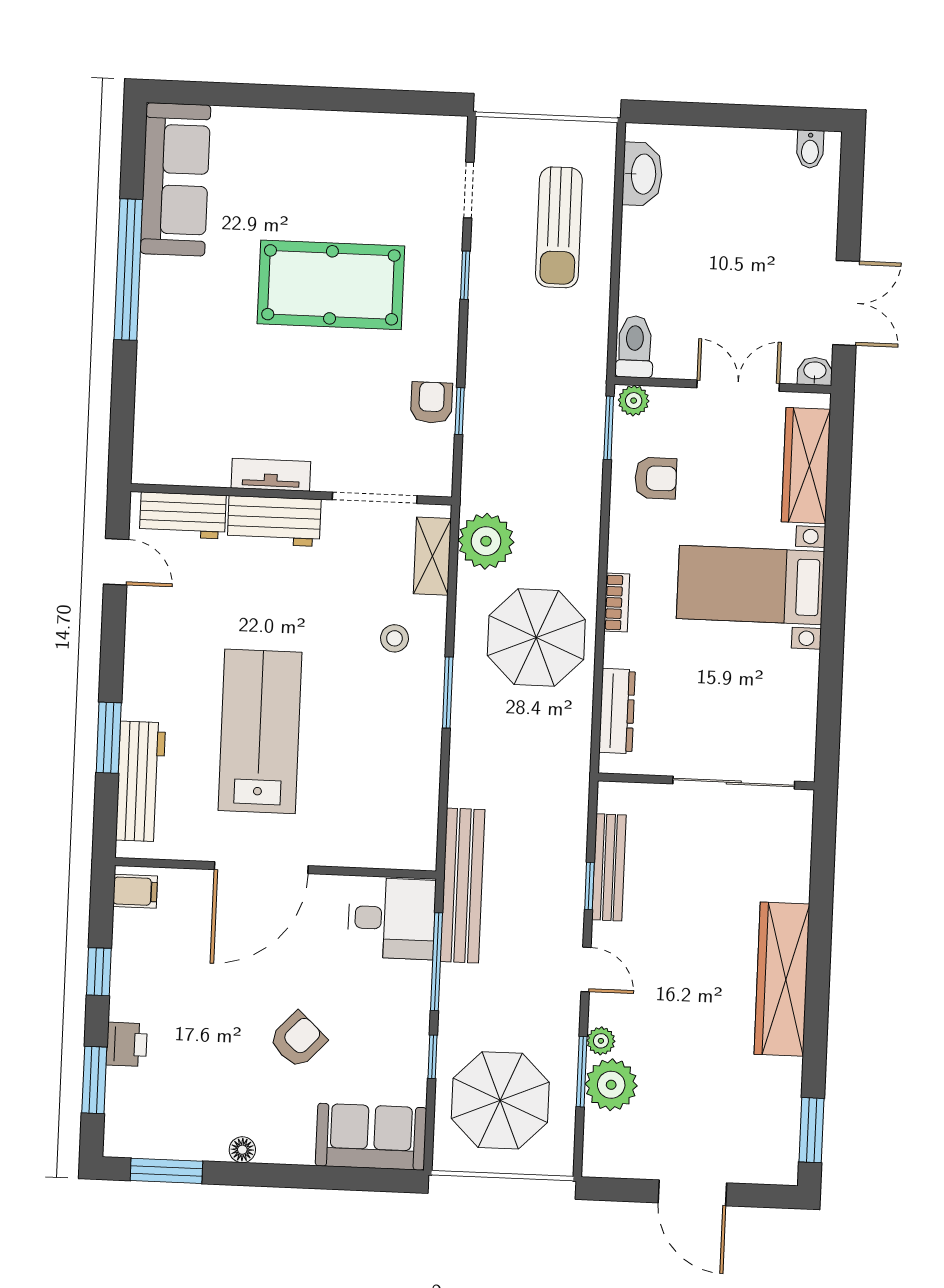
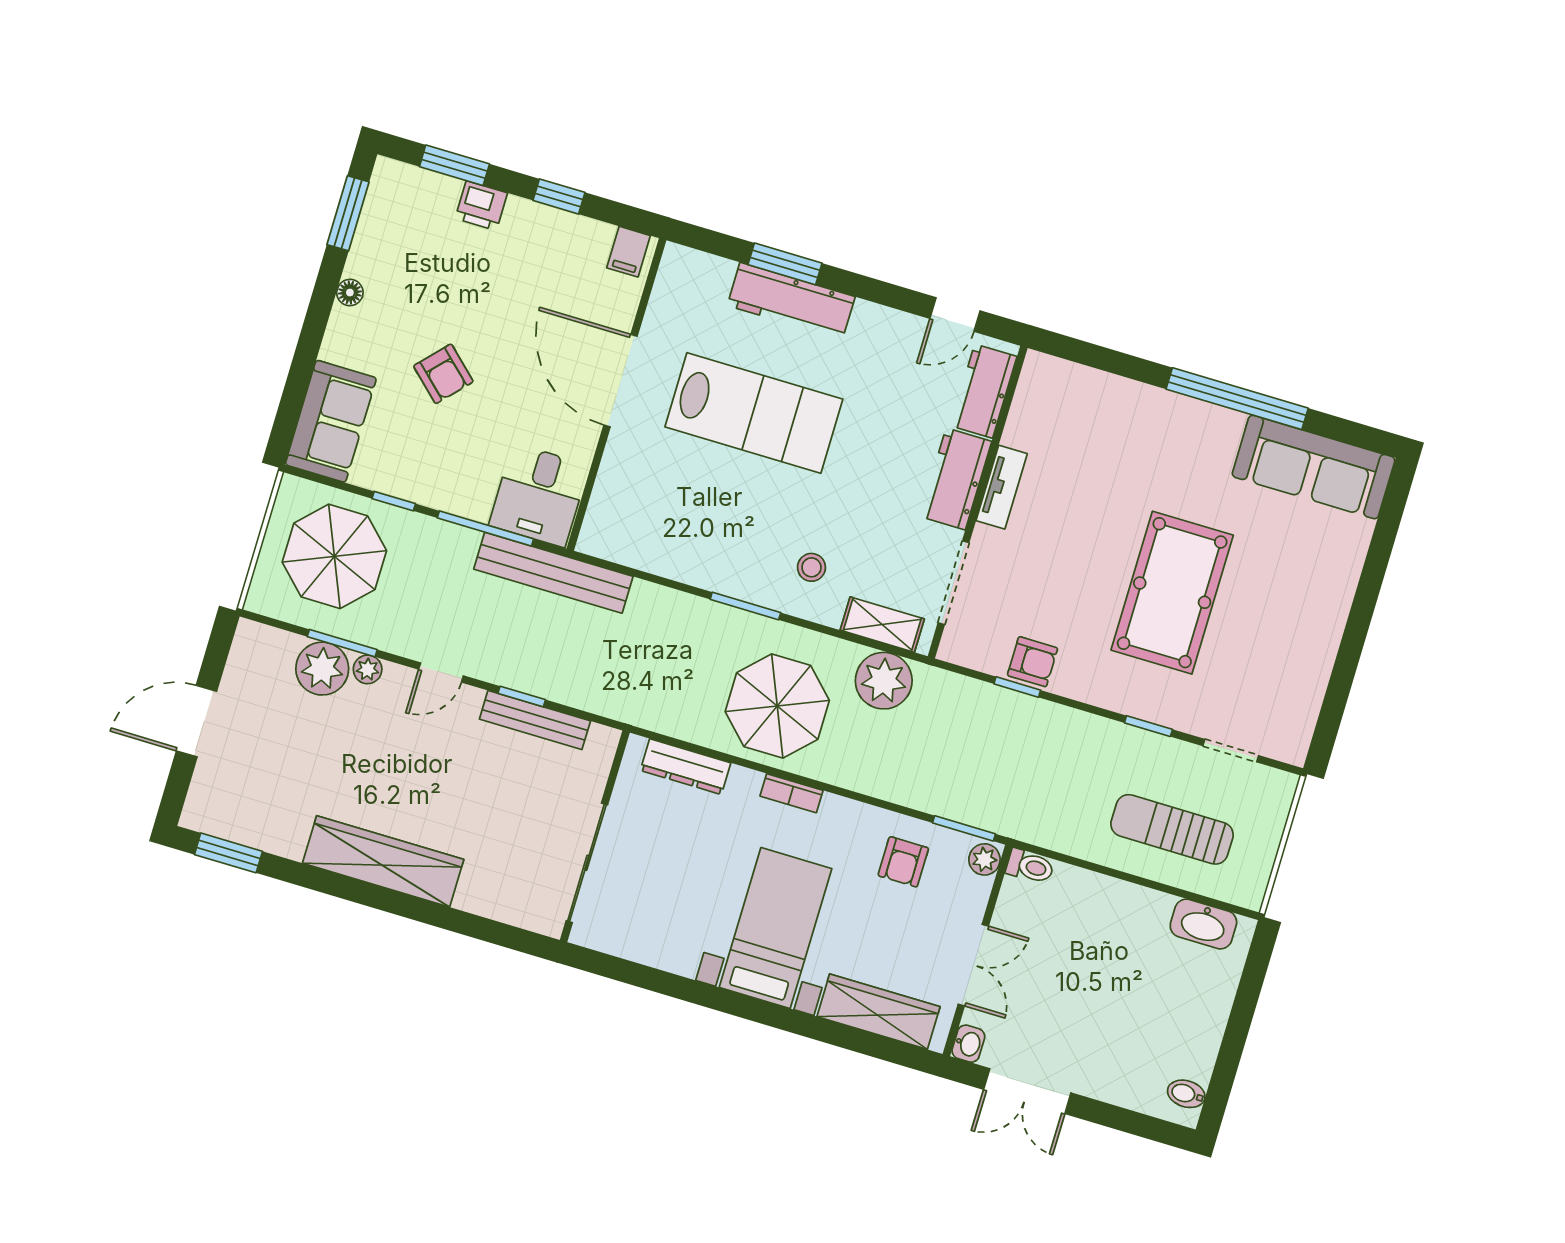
toilet: (635, 347) -> (1030, 866), width x0.73, depth x0.72
workbench: (141, 781) -> (791, 301), moved

